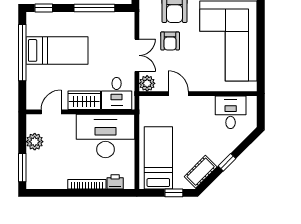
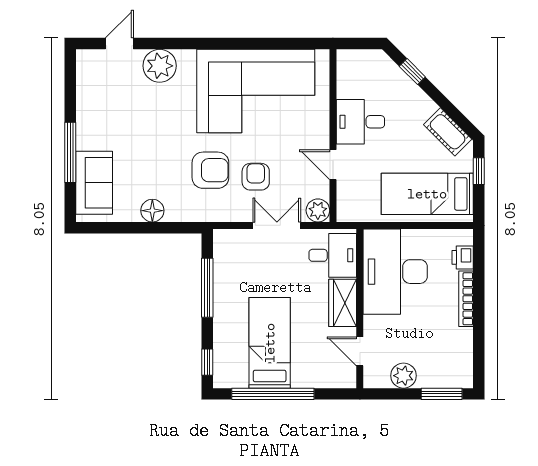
armchair: (170, 41) -> (256, 177), turned -90
door: (178, 94) -> (333, 165), hinge flipped
desk: (231, 112) -> (360, 122), moved
window: (227, 162) -> (412, 72), moved

